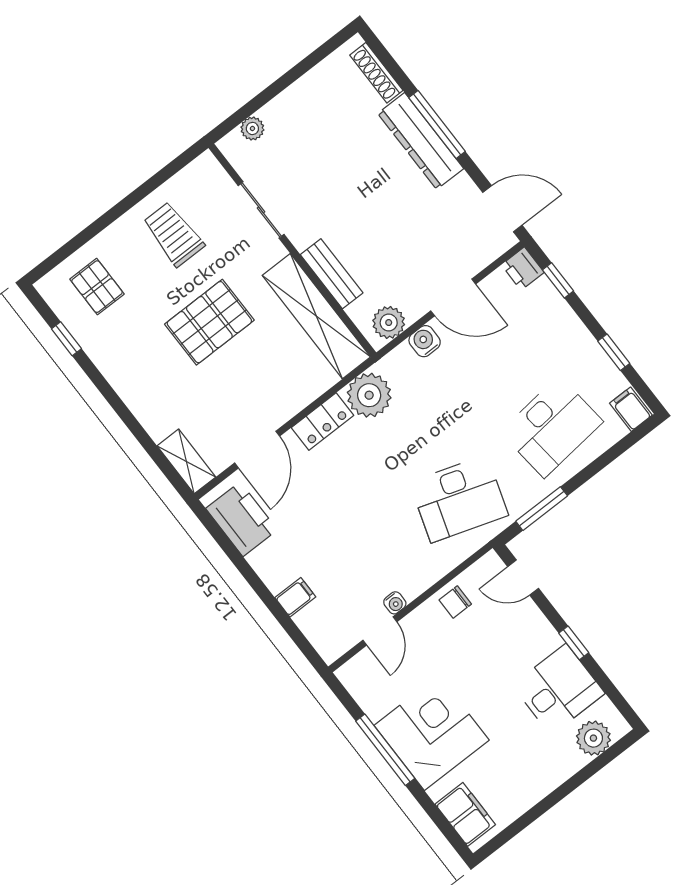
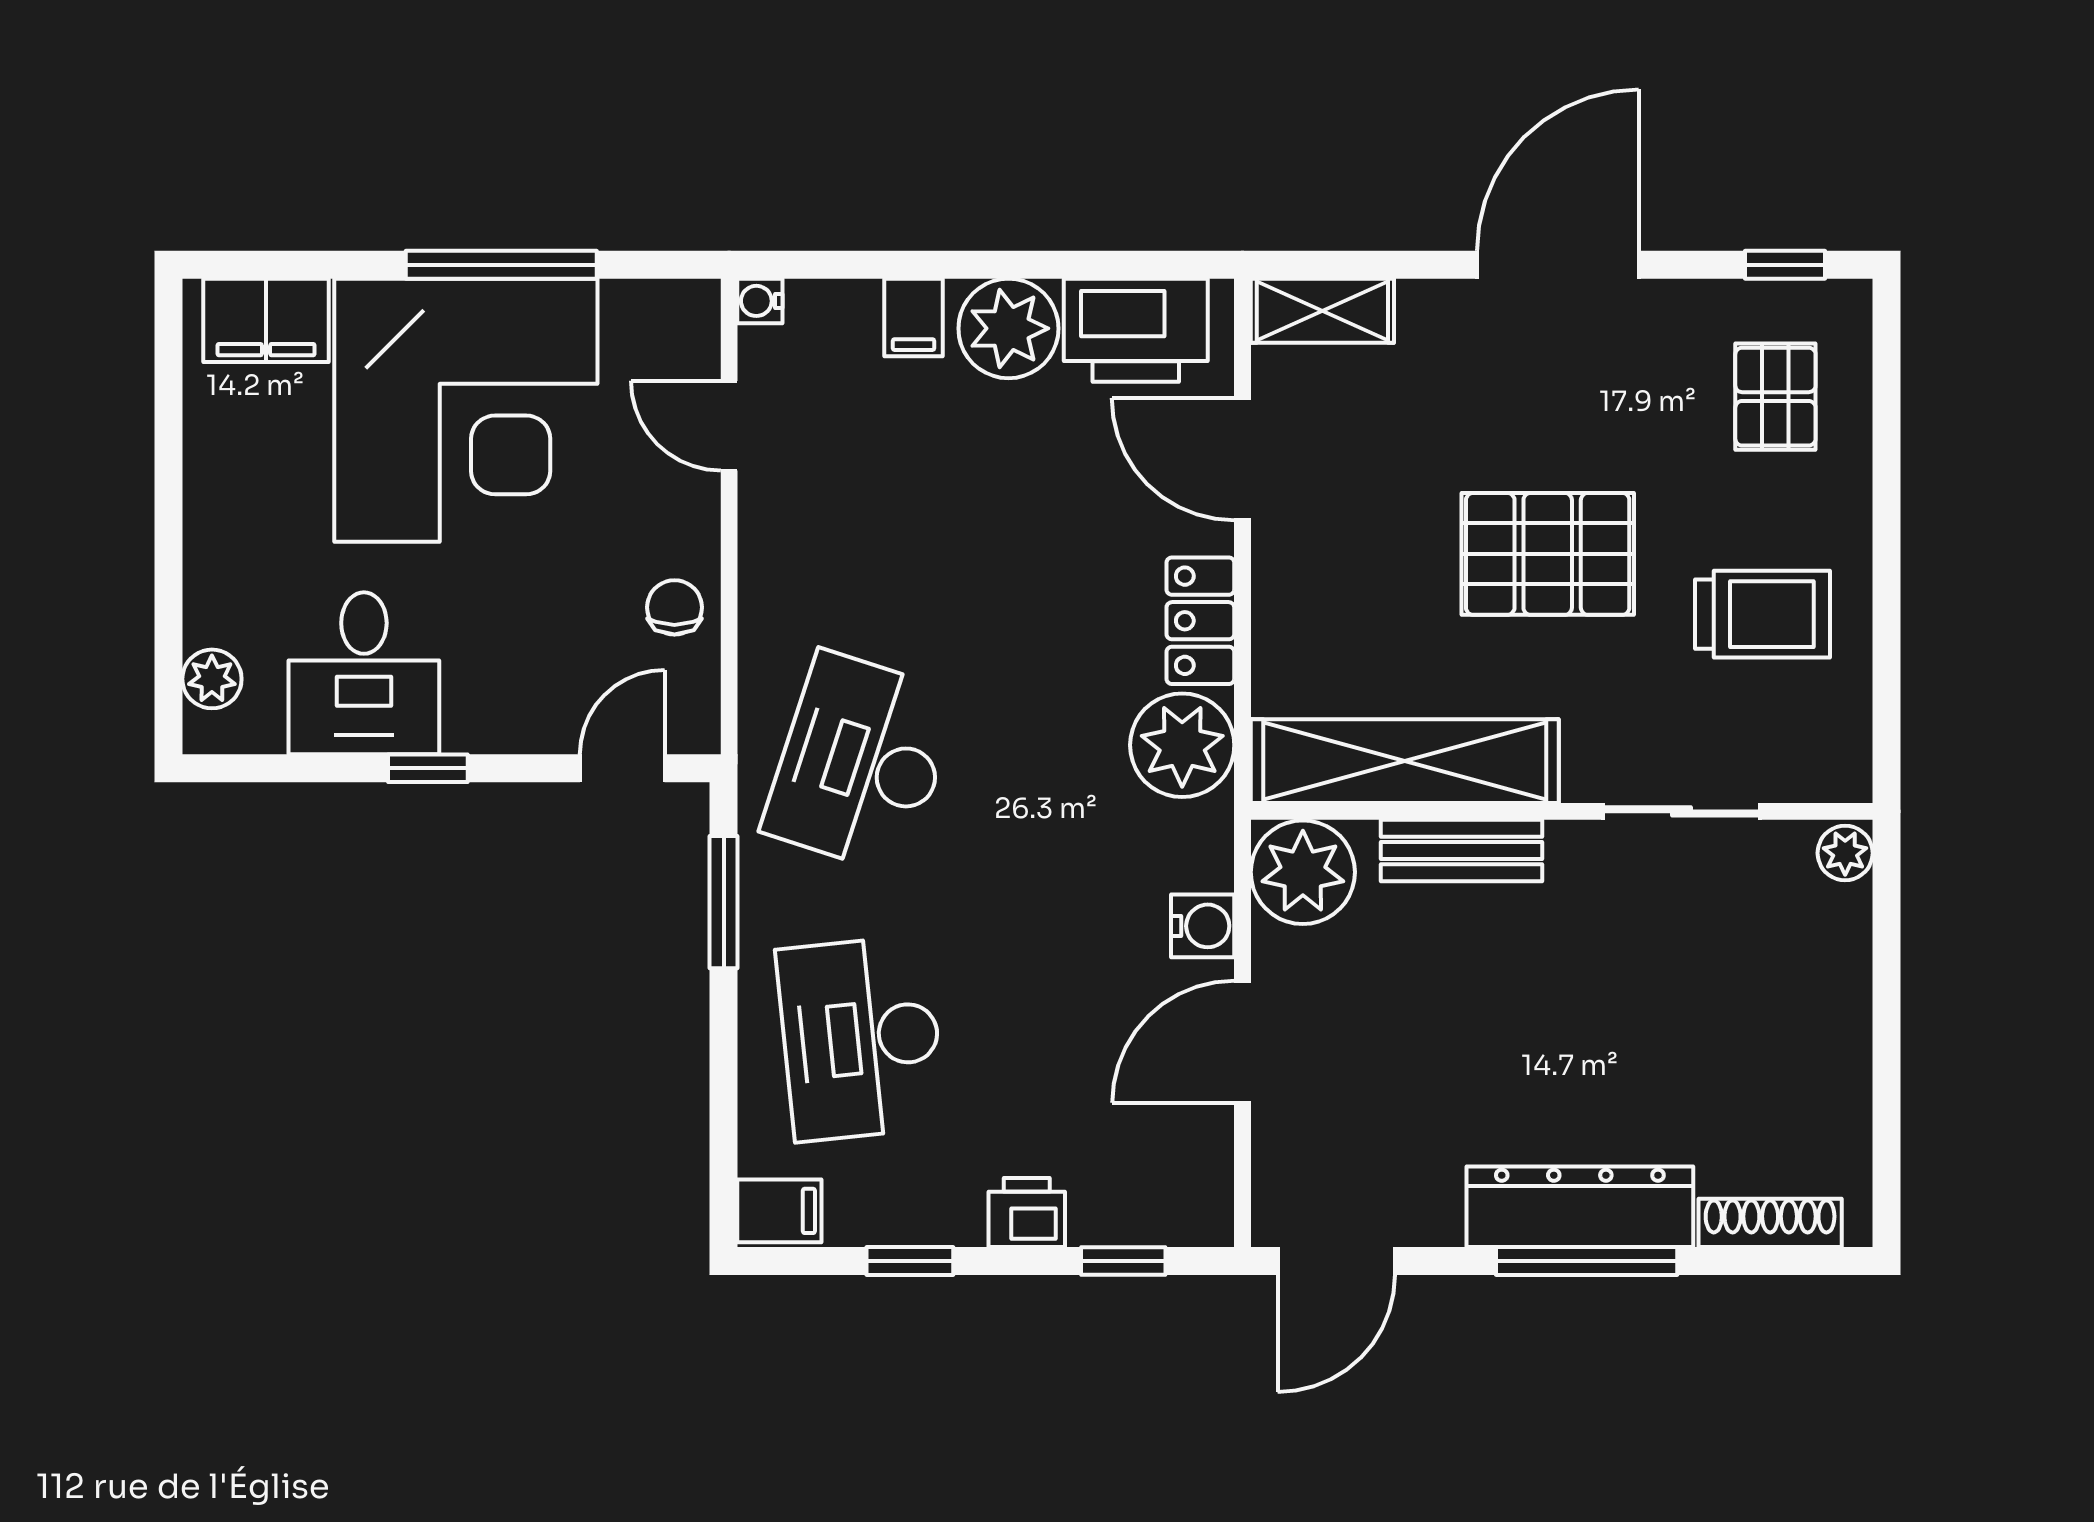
plant: (252, 128) -> (1845, 853), moved
printer: (523, 269) -> (1027, 1212), moved
pallet: (97, 287) -> (1775, 397), turned 90
pallet: (209, 322) -> (1548, 554), turned 90
plant: (389, 323) -> (1303, 872), width x1.36, depth x1.36
window: (66, 339) -> (1785, 265), moved
door: (109, 394) -> (1558, 265), added
plant: (274, 562) -> (1008, 328), added
water cooler: (395, 603) -> (760, 301), moved
corner desk: (432, 733) -> (466, 410), width x1.36, depth x1.36
plant: (593, 738) -> (212, 679), width x0.73, depth x0.73

